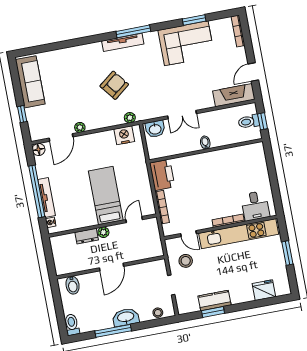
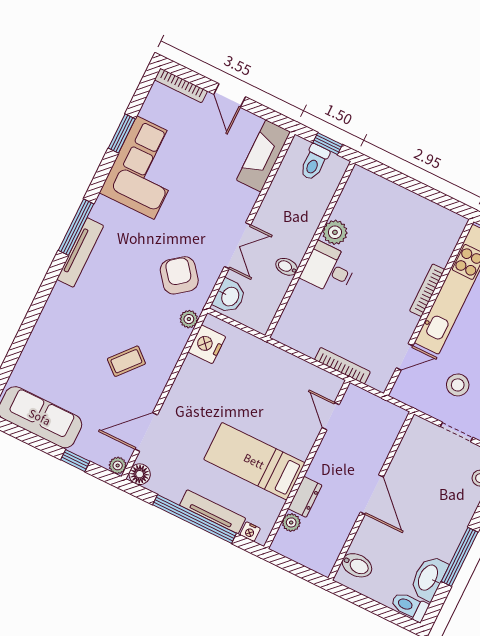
door: (253, 72) -> (230, 96), moved
armchair: (114, 85) -> (179, 275), moved
coffee table: (88, 103) -> (126, 361), added
plant: (80, 127) -> (118, 465), moved
door: (61, 138) -> (146, 432), swing flipped
bidet: (205, 143) -> (287, 267), moved
plant: (223, 156) -> (335, 232), added
printer: (162, 175) -> (299, 333), removed
bed: (106, 196) -> (254, 461), moved
desk: (255, 206) -> (329, 269), moved, turned 180
plant: (103, 232) -> (291, 522), moved
stool: (186, 261) -> (458, 385), moved
washbasin: (126, 317) -> (429, 578), moved

